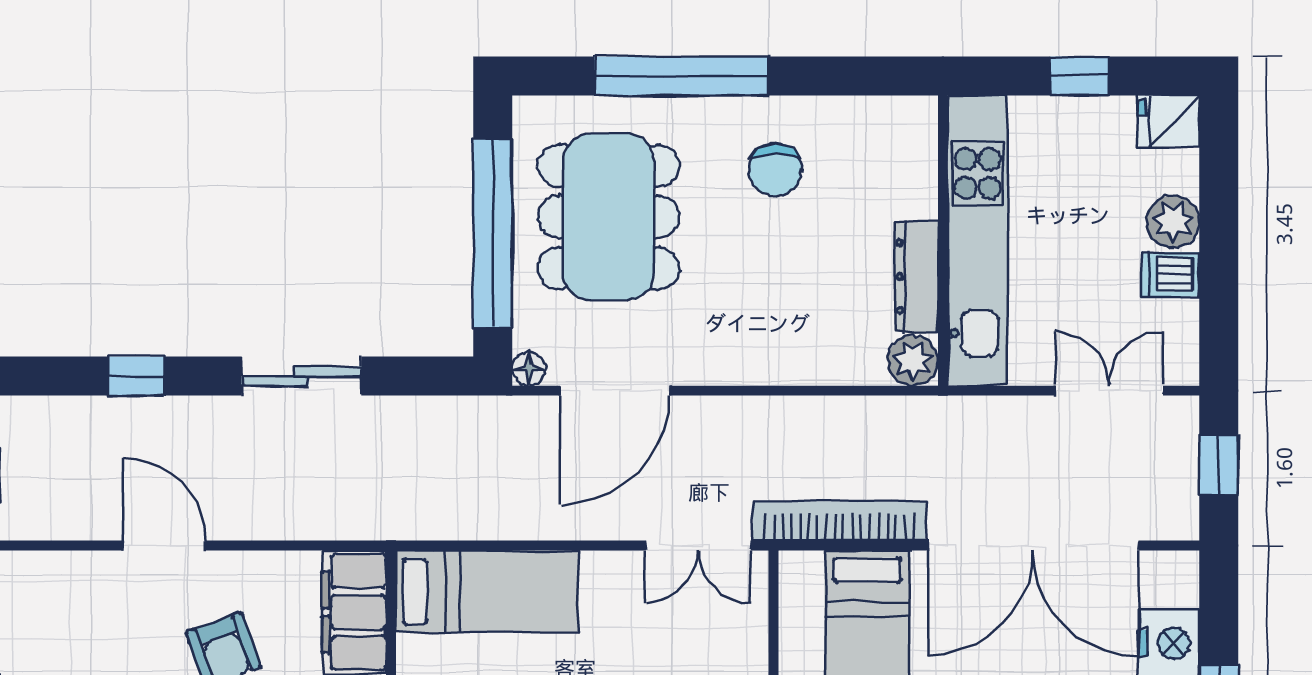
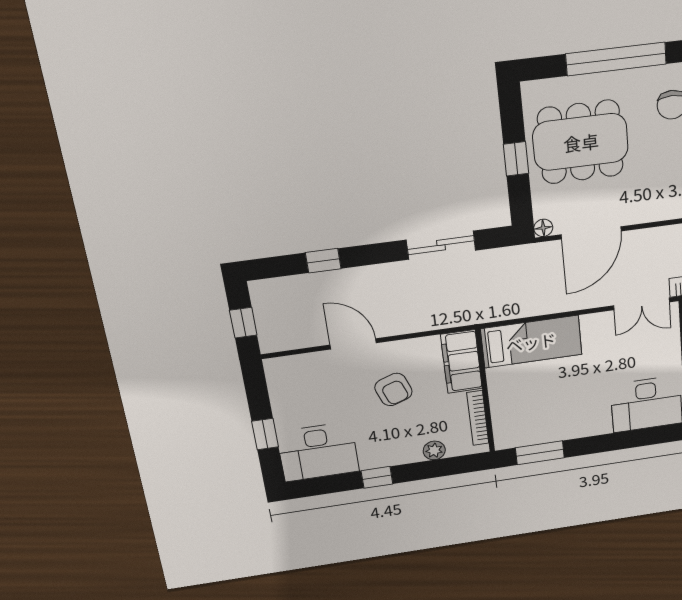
dining table: (609, 217) -> (581, 142), turned 90
window: (493, 233) -> (516, 159), width x0.32
sliding door: (301, 376) -> (441, 245), moved

